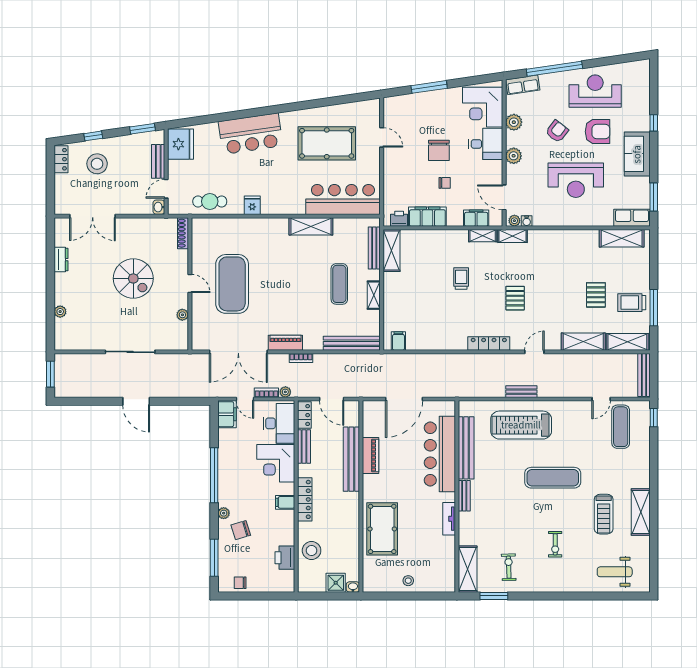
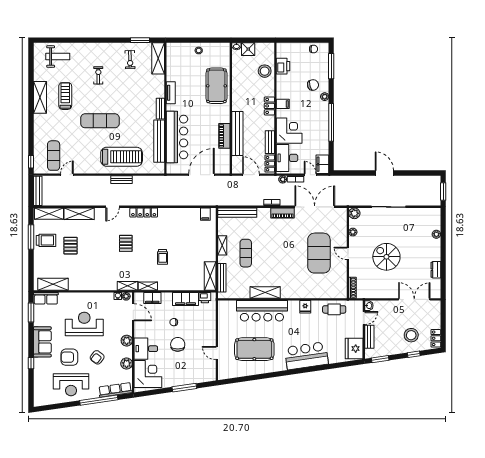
row of seats: (523, 85) -> (115, 390), width x1.48
bar counter: (343, 199) -> (262, 311), moved
plant: (180, 342) -> (354, 213), added
locker: (305, 499) -> (269, 106), width x0.66

